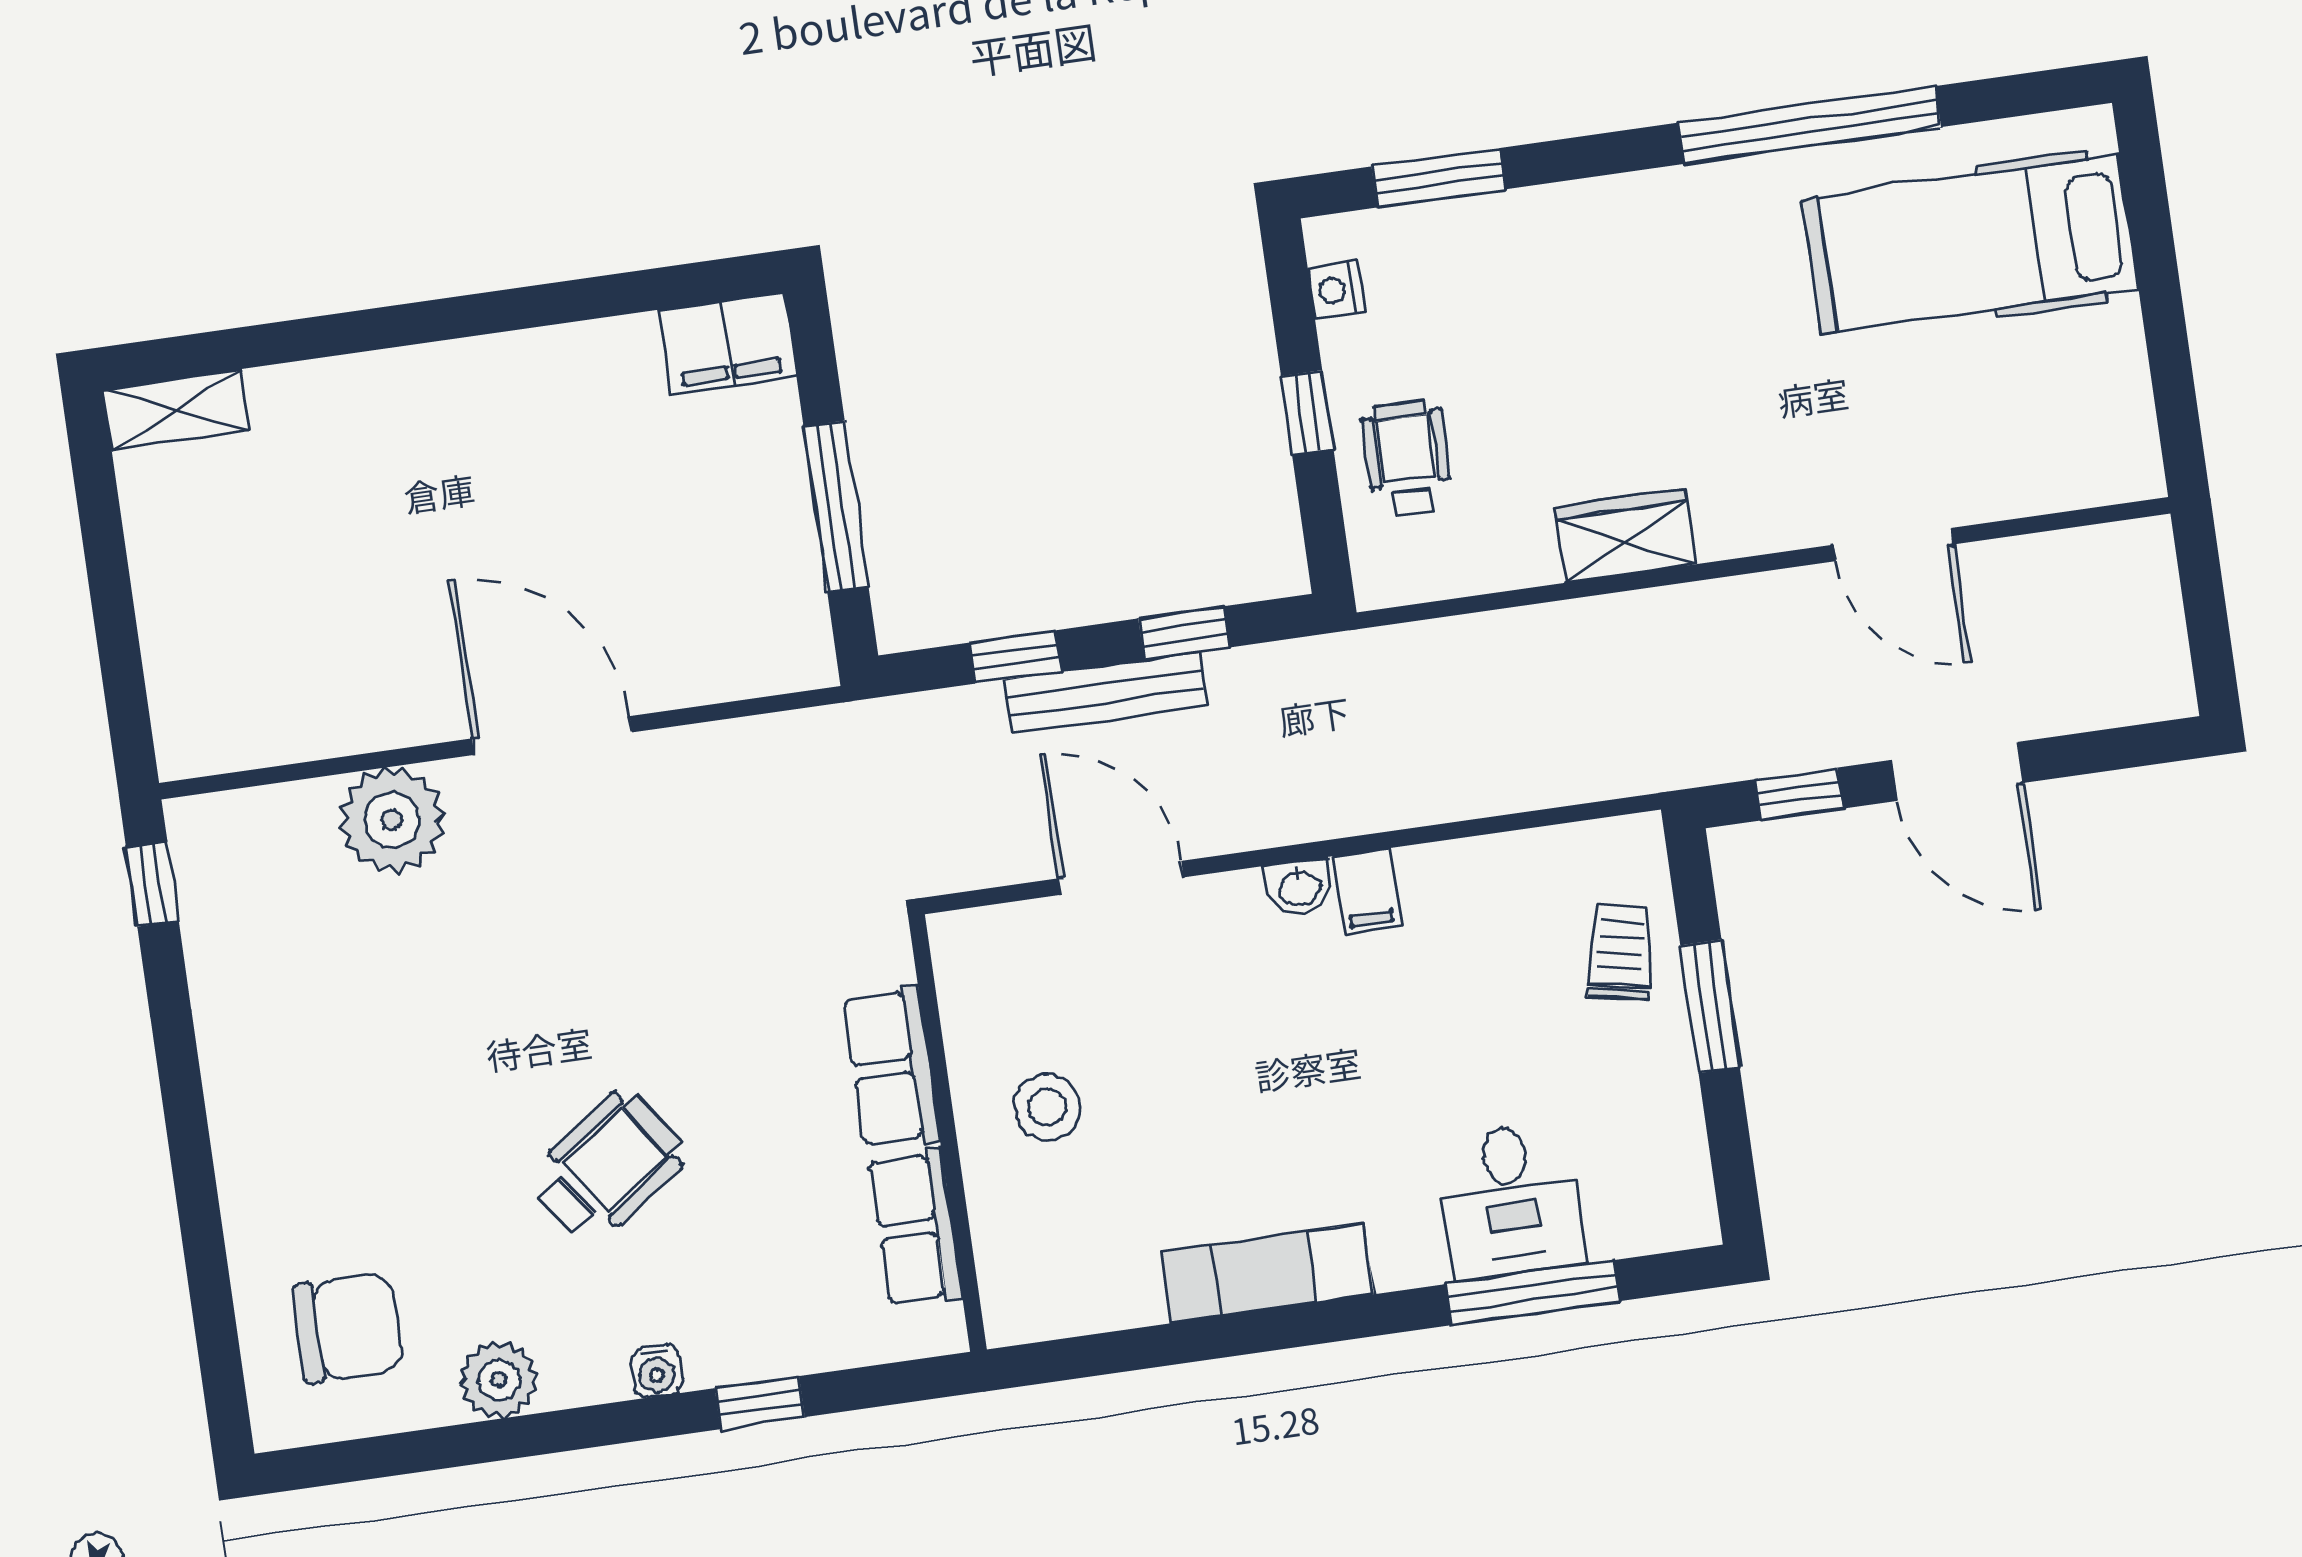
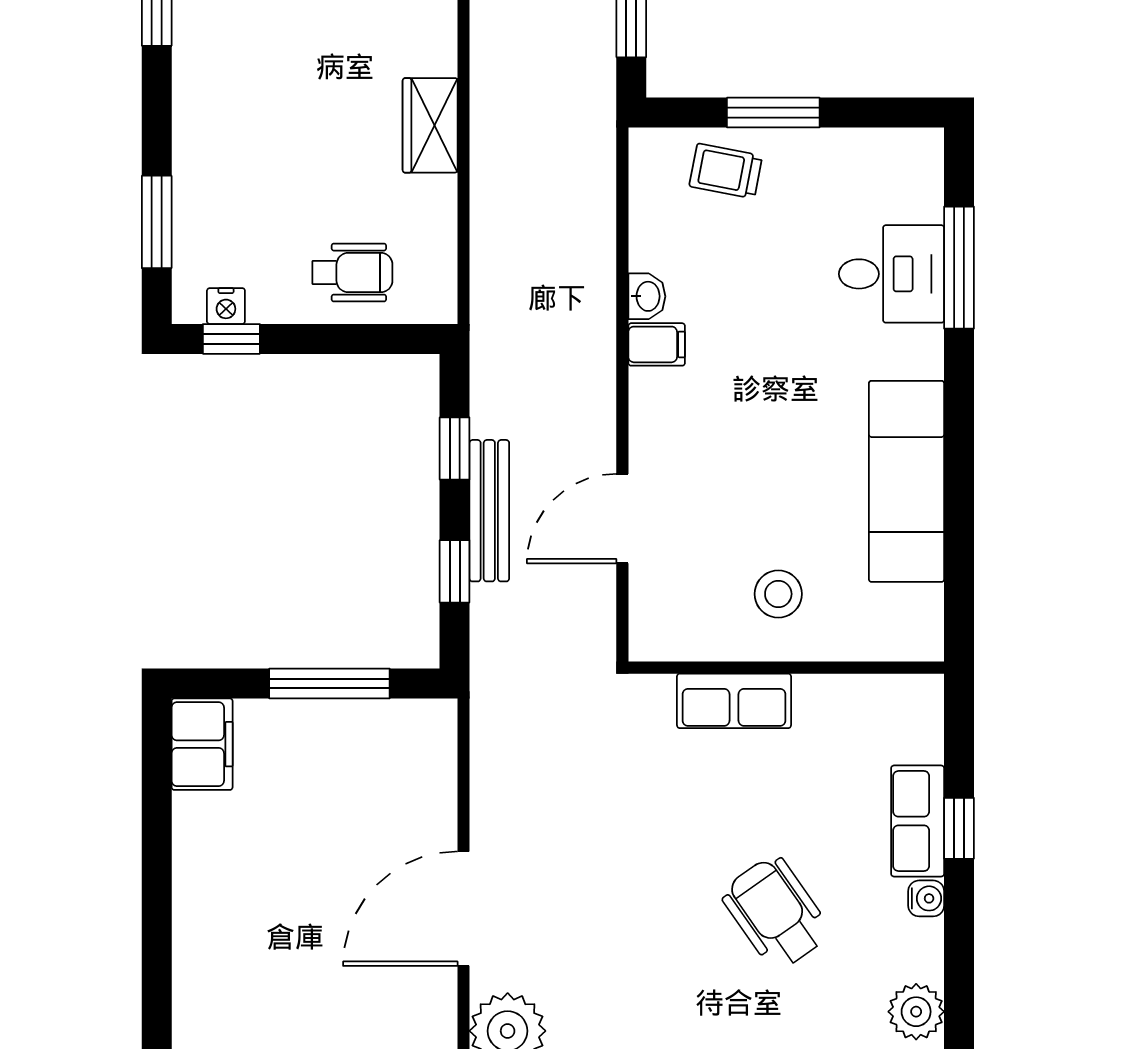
window: (1307, 413) -> (231, 339), moved
wheelchair: (1407, 458) -> (352, 273), turned 180
washbasin: (1299, 887) -> (647, 296), moved
row of seats: (915, 1228) -> (918, 821), moved, turned 90
exam couch: (1267, 1273) -> (907, 481), width x1.36, depth x1.45

